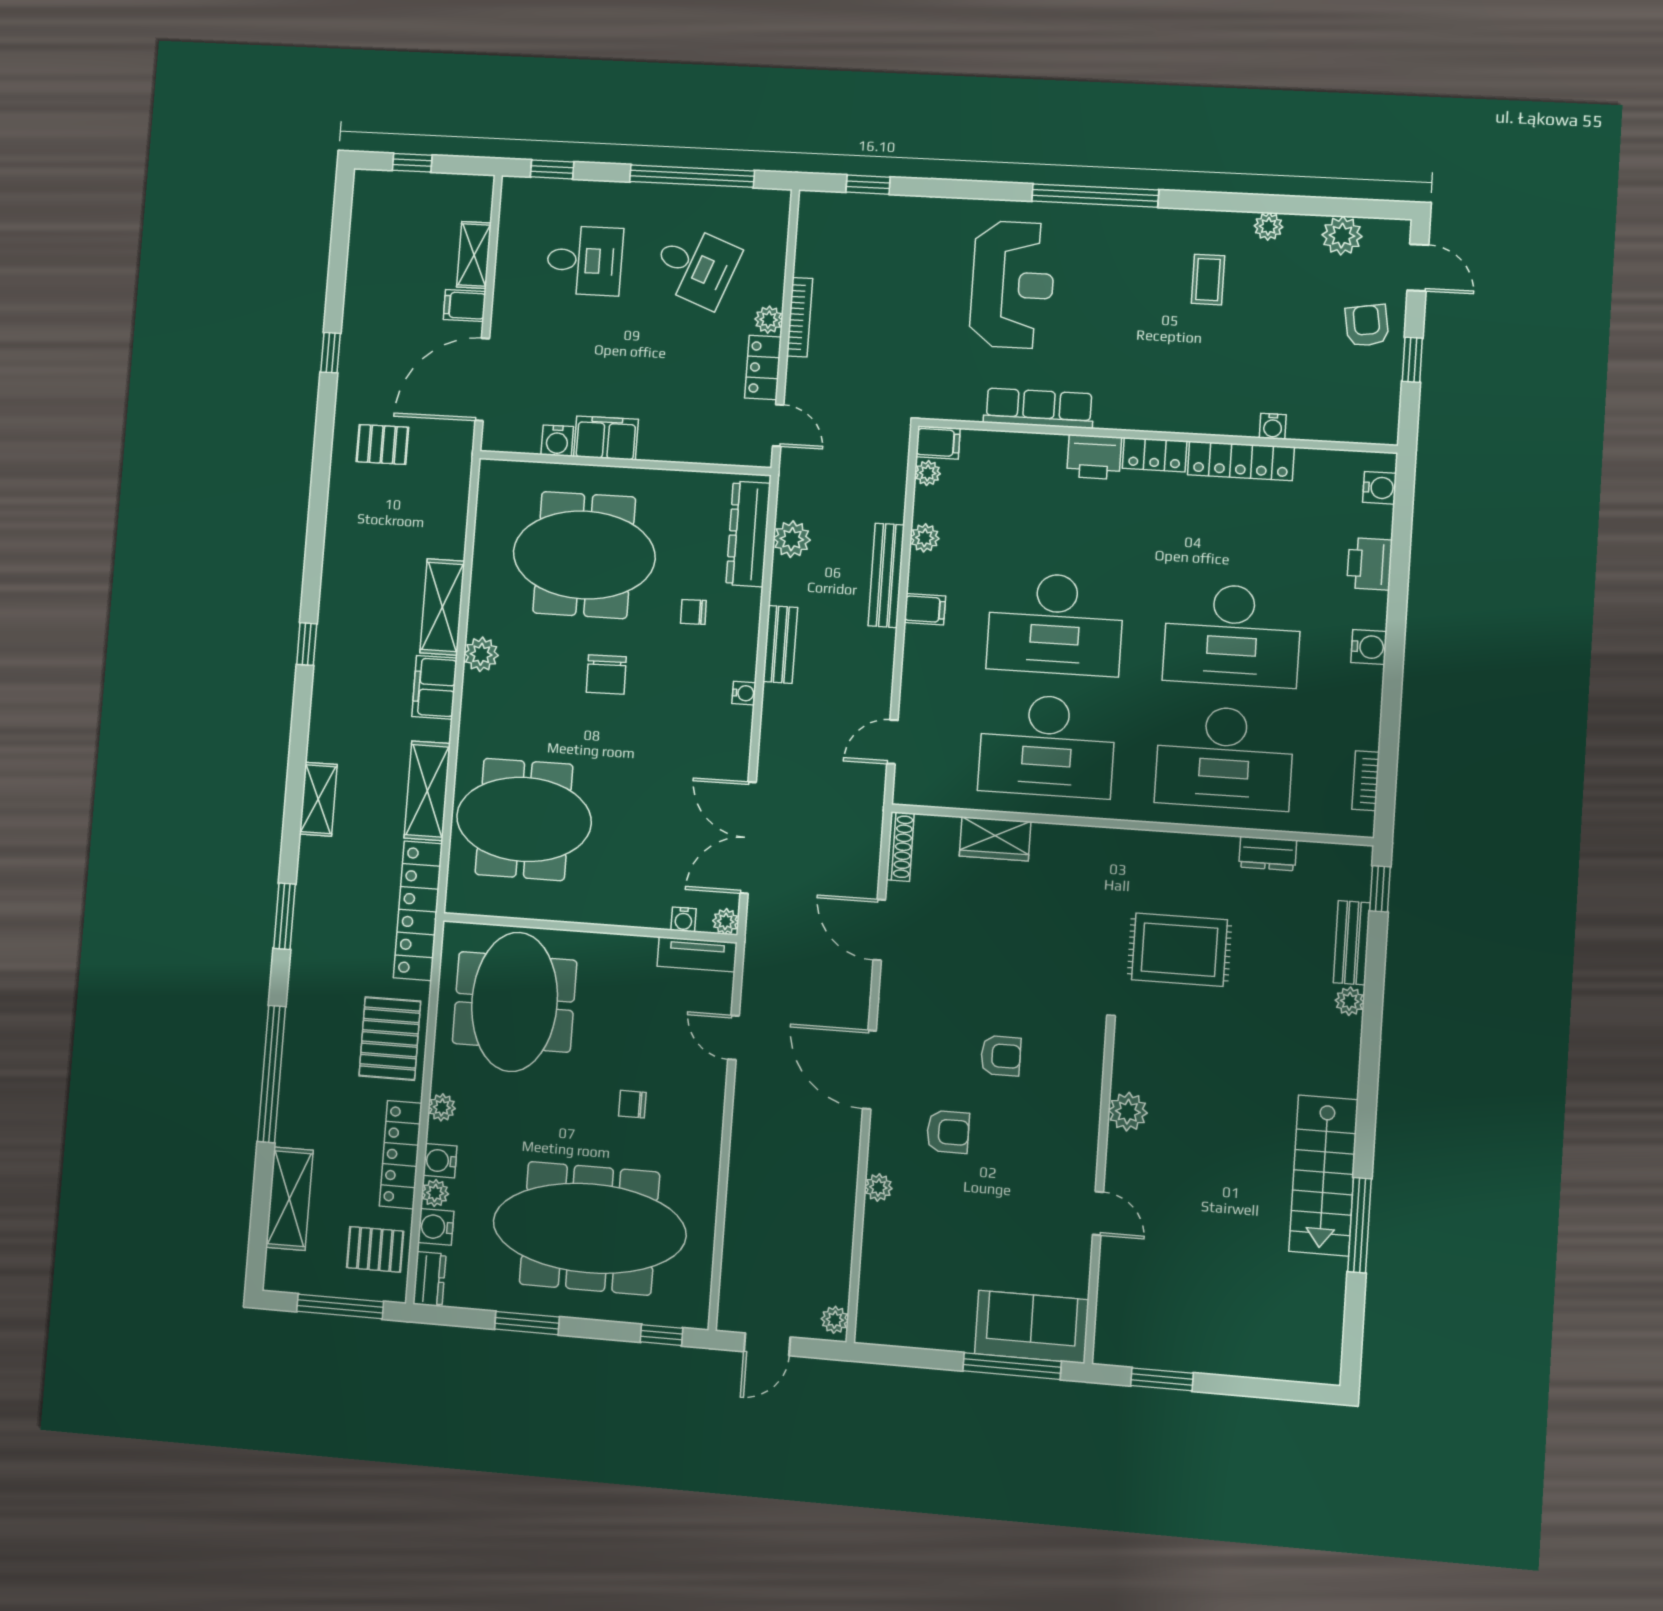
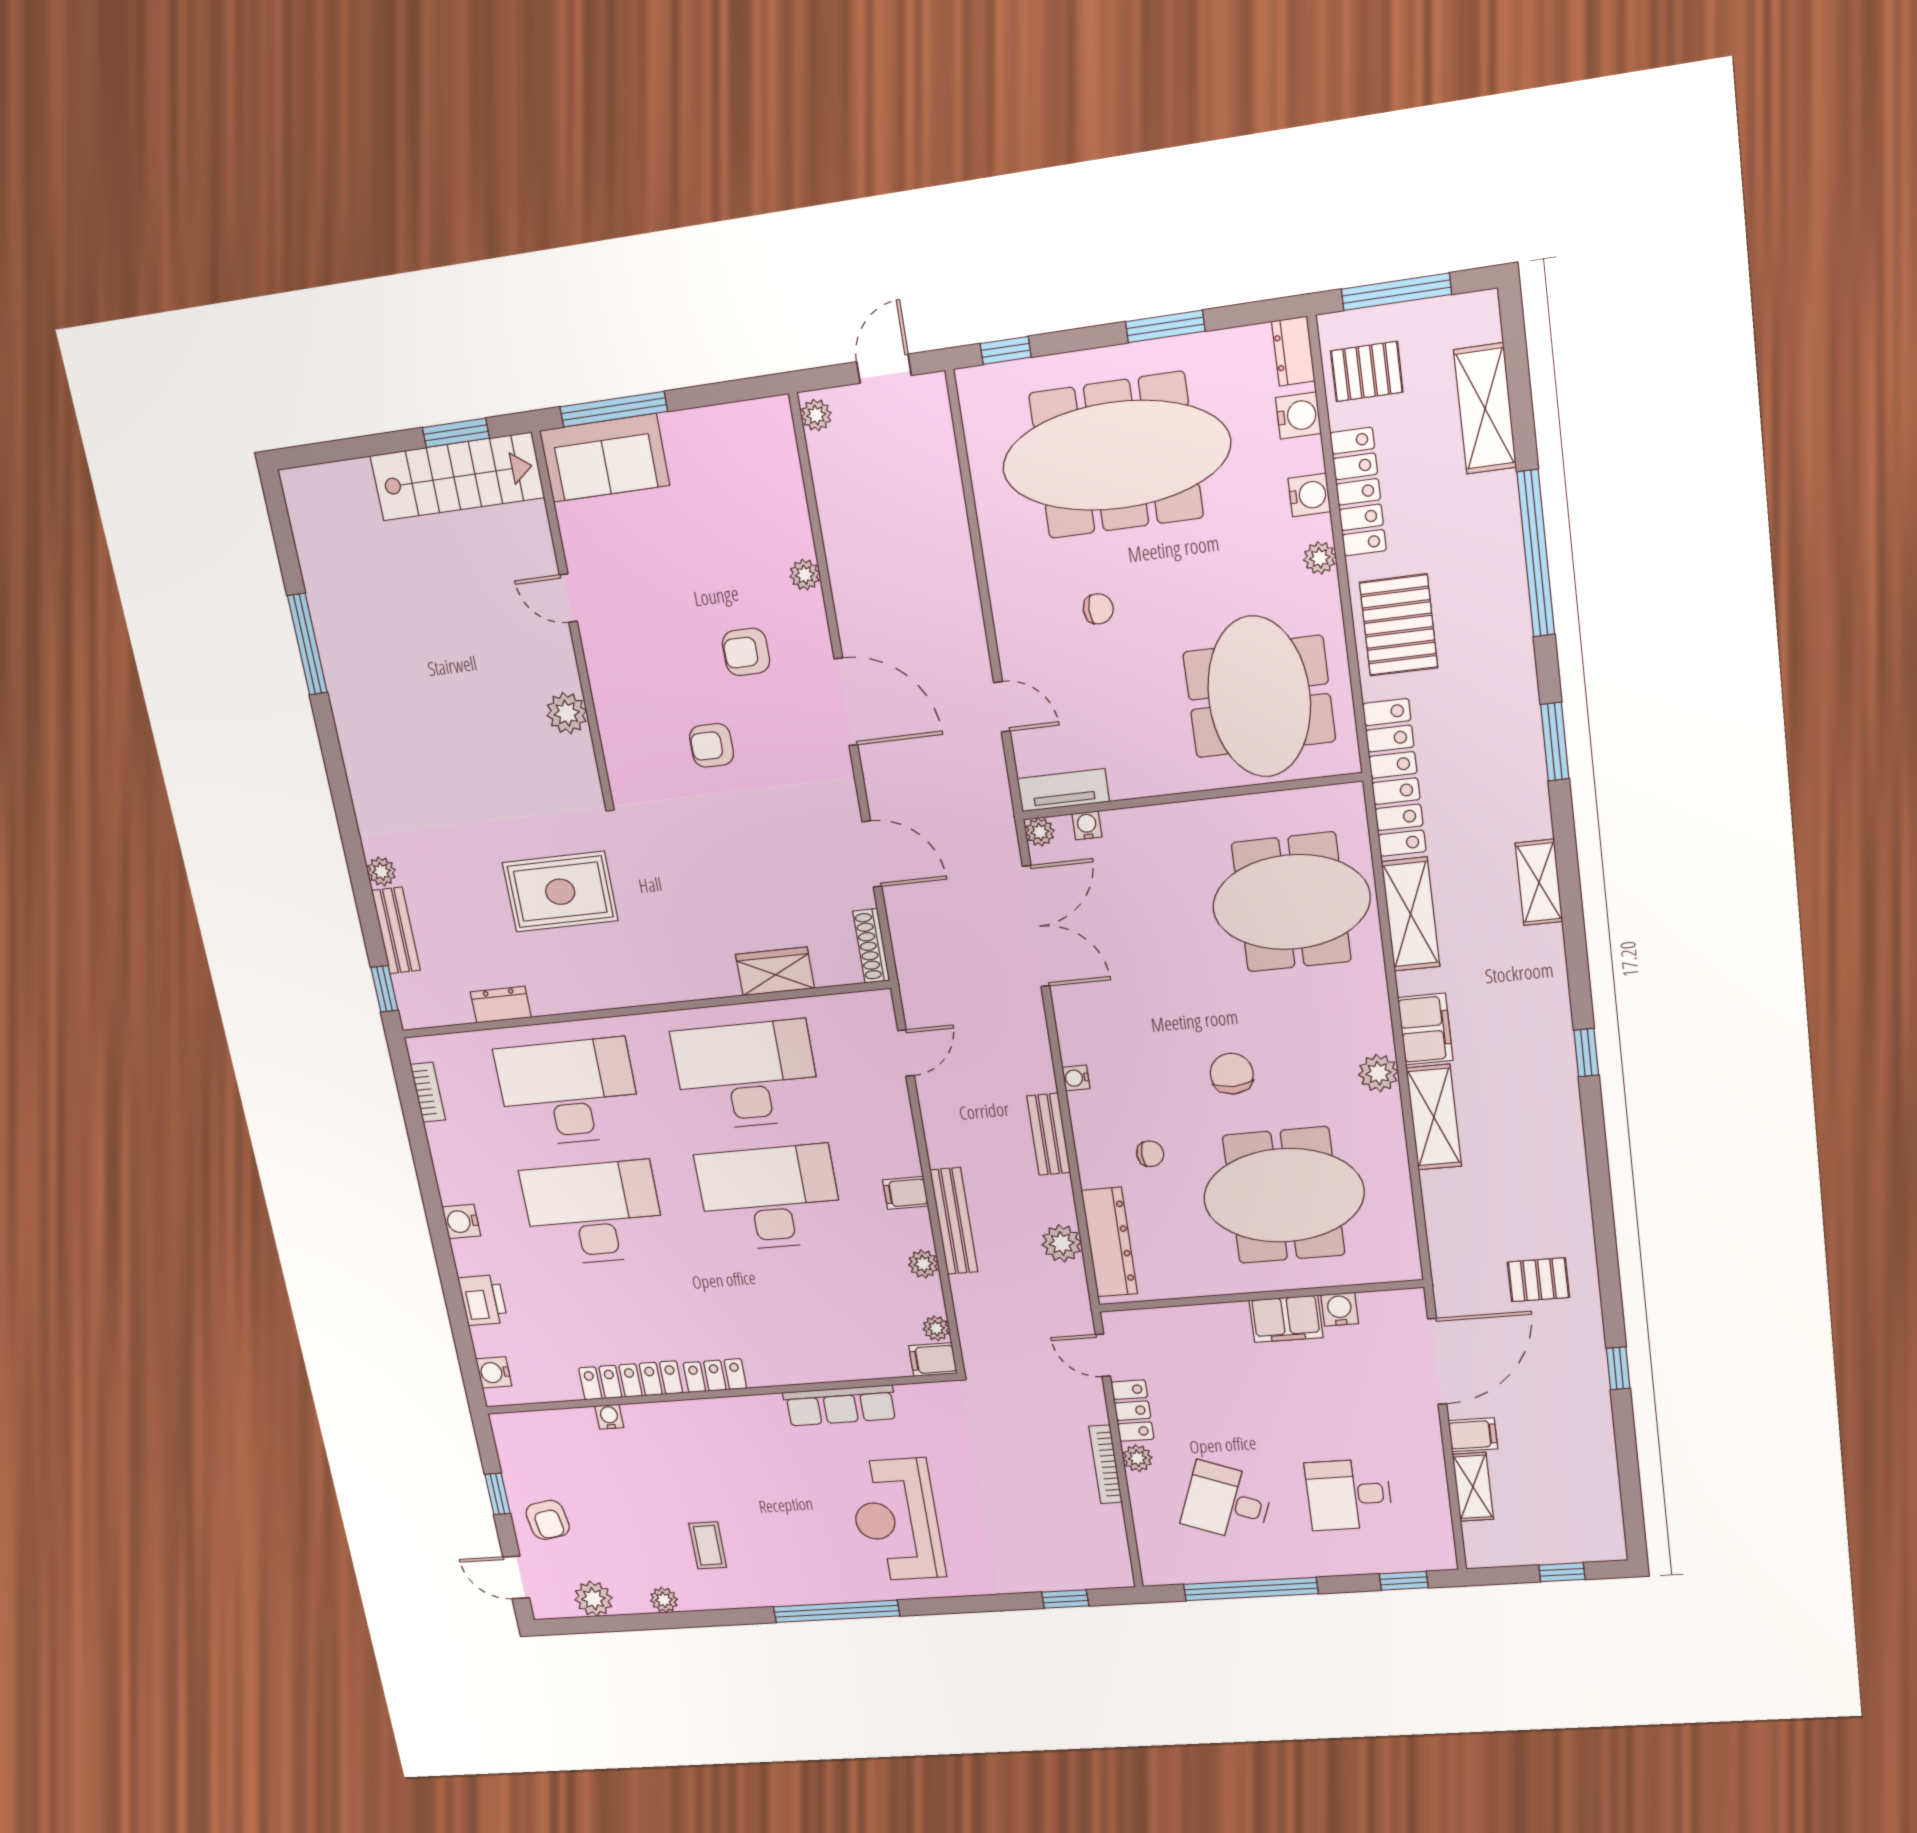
printer: (1094, 457) -> (773, 1366), removed
stairs: (1324, 1175) -> (457, 477), moved, turned 90
plant: (435, 1193) -> (1307, 456), removed

